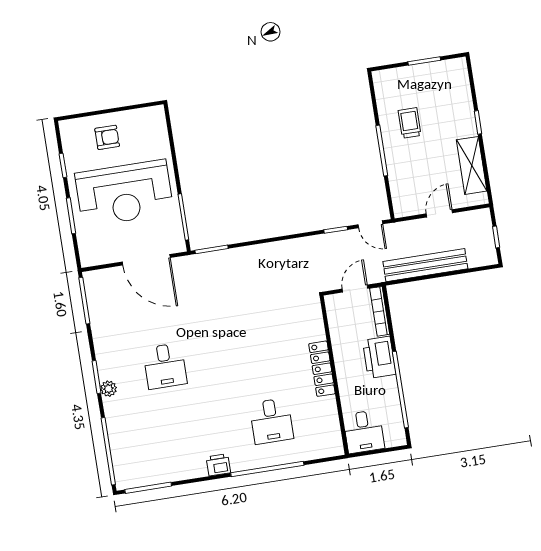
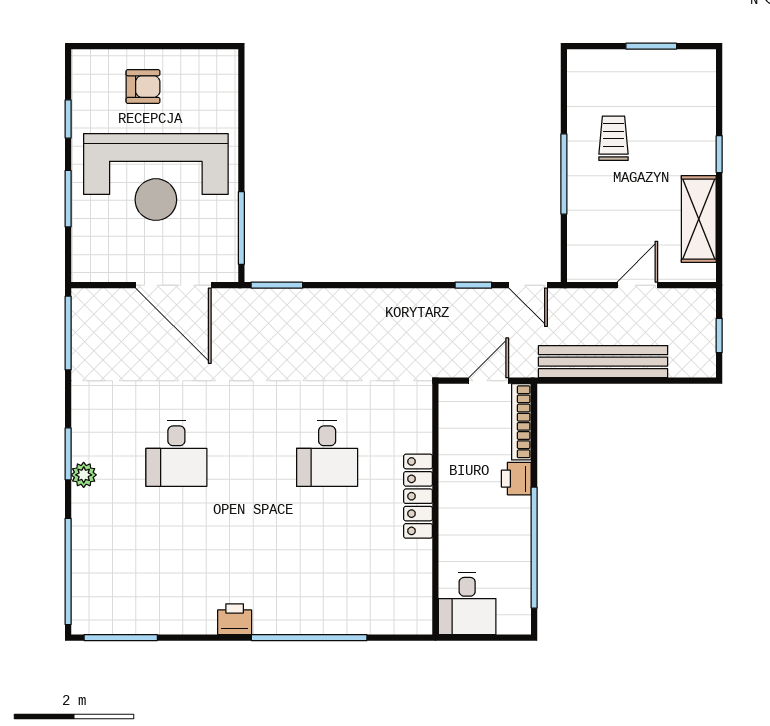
printer: (379, 357) -> (516, 479), width x0.53, depth x0.68
desk: (271, 421) -> (327, 454), moved

